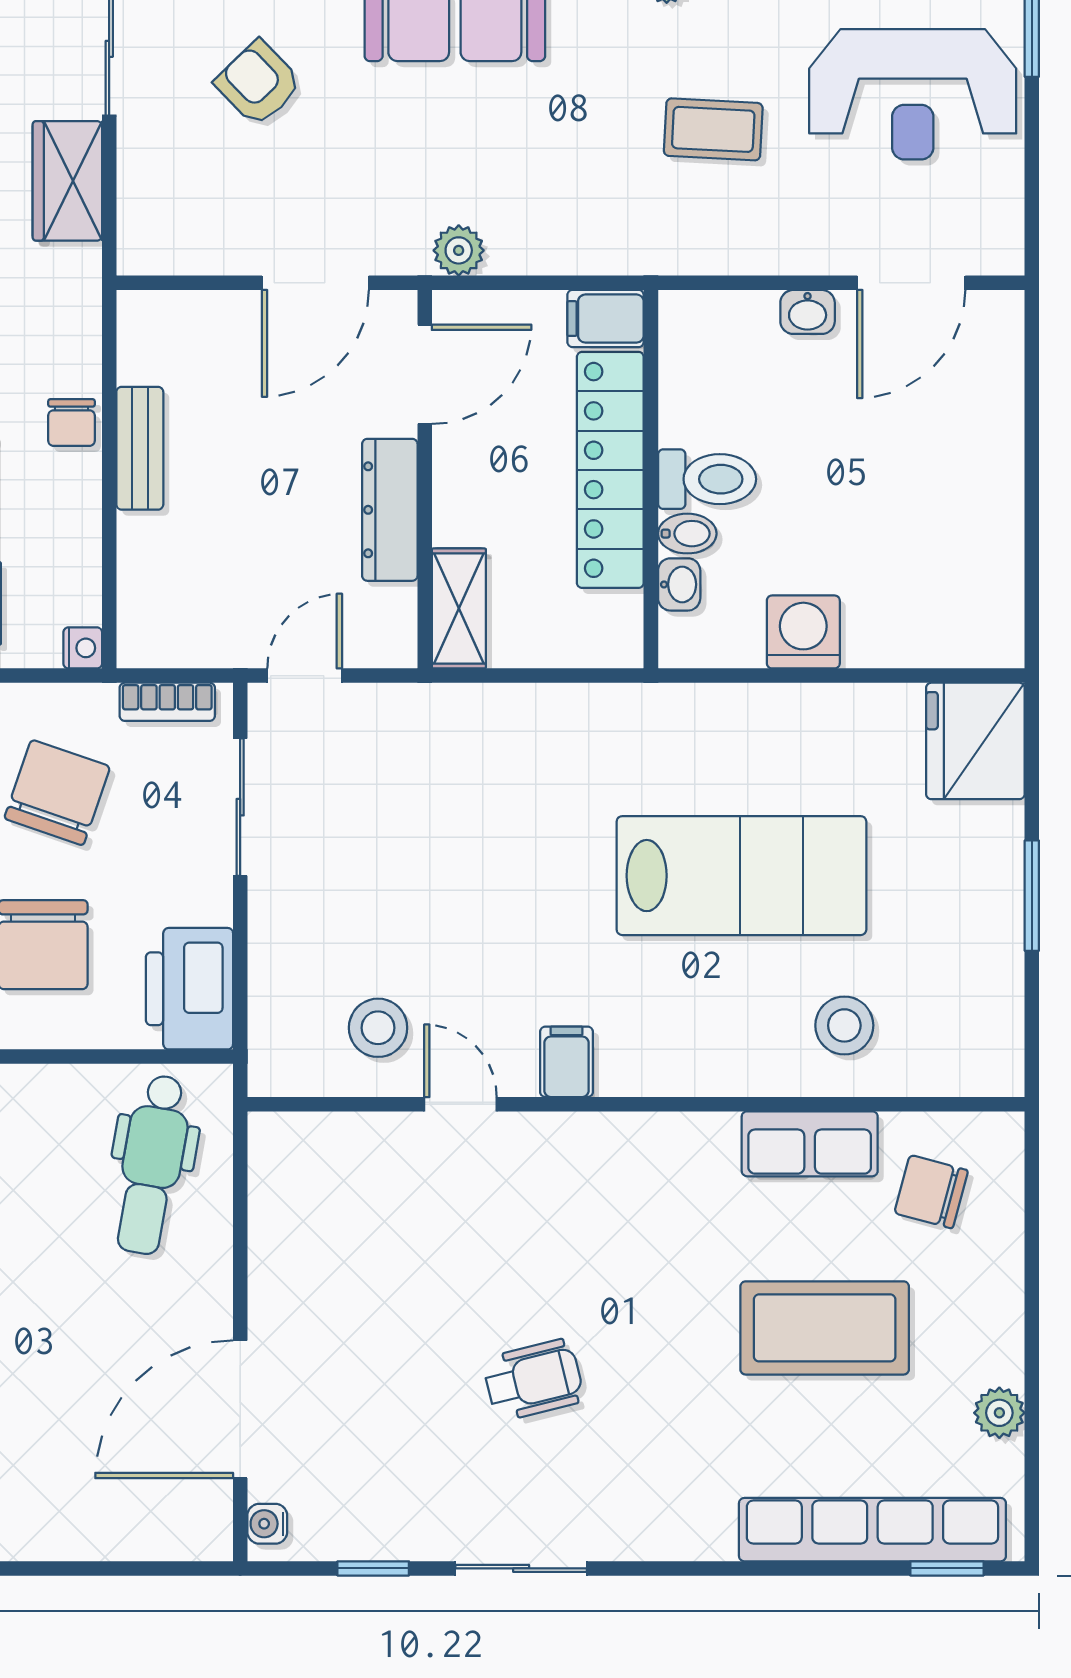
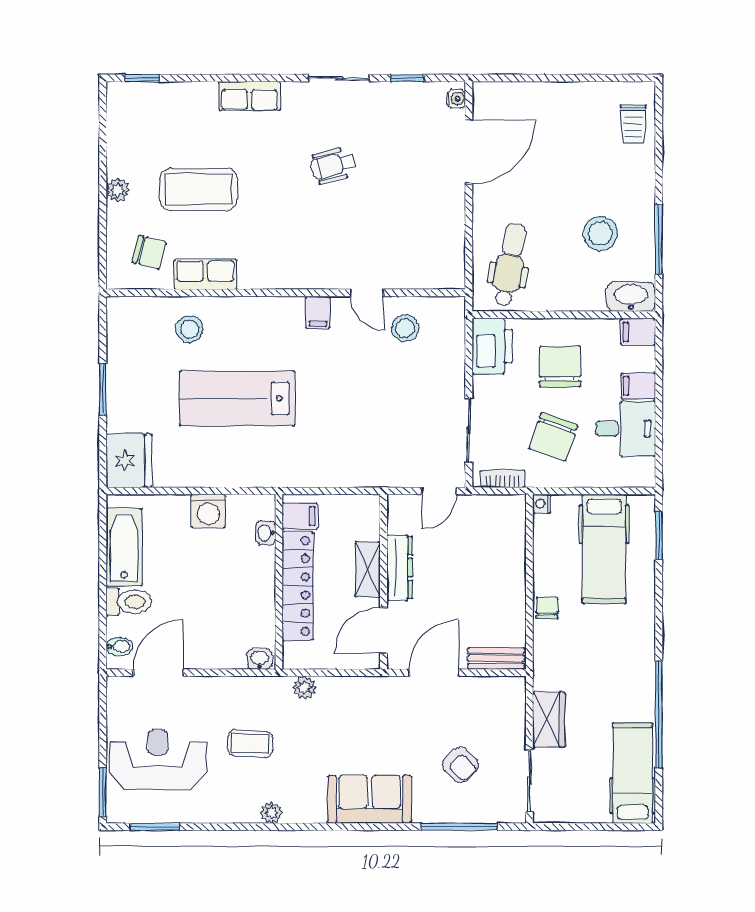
plant: (459, 250) -> (304, 688), moved
washbasin: (808, 312) -> (260, 659), moved
filing cabinet: (606, 319) -> (300, 516), moved
bench: (140, 448) -> (496, 658), moved, turned 90
toilet: (707, 479) -> (129, 602), moved, turned 180
bidet: (687, 534) -> (120, 647), moved, turned 180
bathtub: (985, 554) -> (124, 547), added
shelving: (459, 608) -> (368, 569), moved
plant: (999, 1413) -> (118, 190), moved
row of seats: (872, 1530) -> (249, 96), moved, width x0.50

